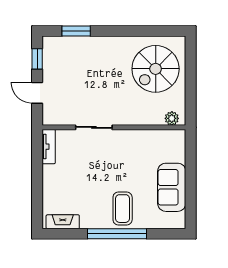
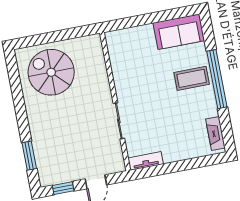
spiral stairs: (156, 69) -> (51, 72), turned 180
plant: (172, 118) -> (96, 48), removed
sofa: (172, 187) -> (179, 32), moved

